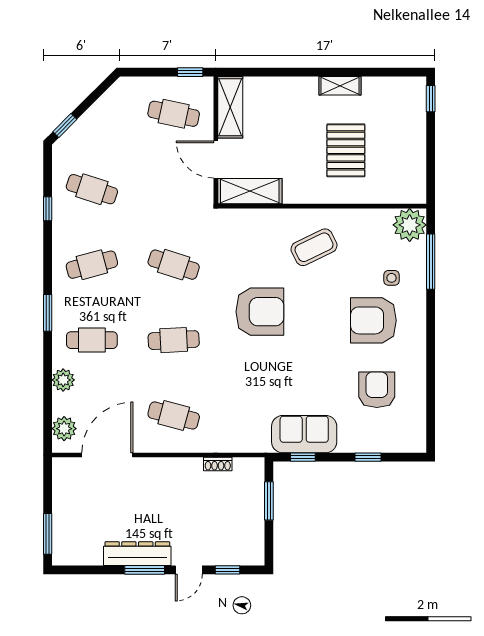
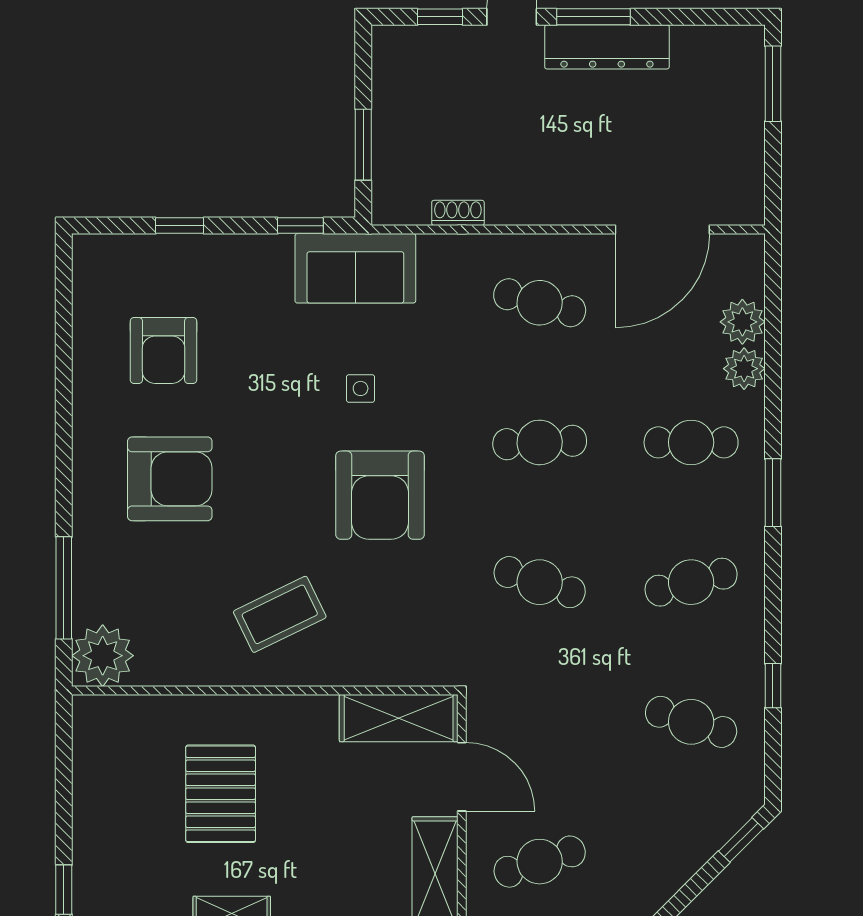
cafe table: (174, 114) -> (540, 862), turned -30
side table: (392, 278) -> (361, 388), moved
armchair: (260, 312) -> (380, 495), turned -90
plant: (64, 429) -> (742, 322), moved
sofa: (304, 434) -> (355, 268), moved

